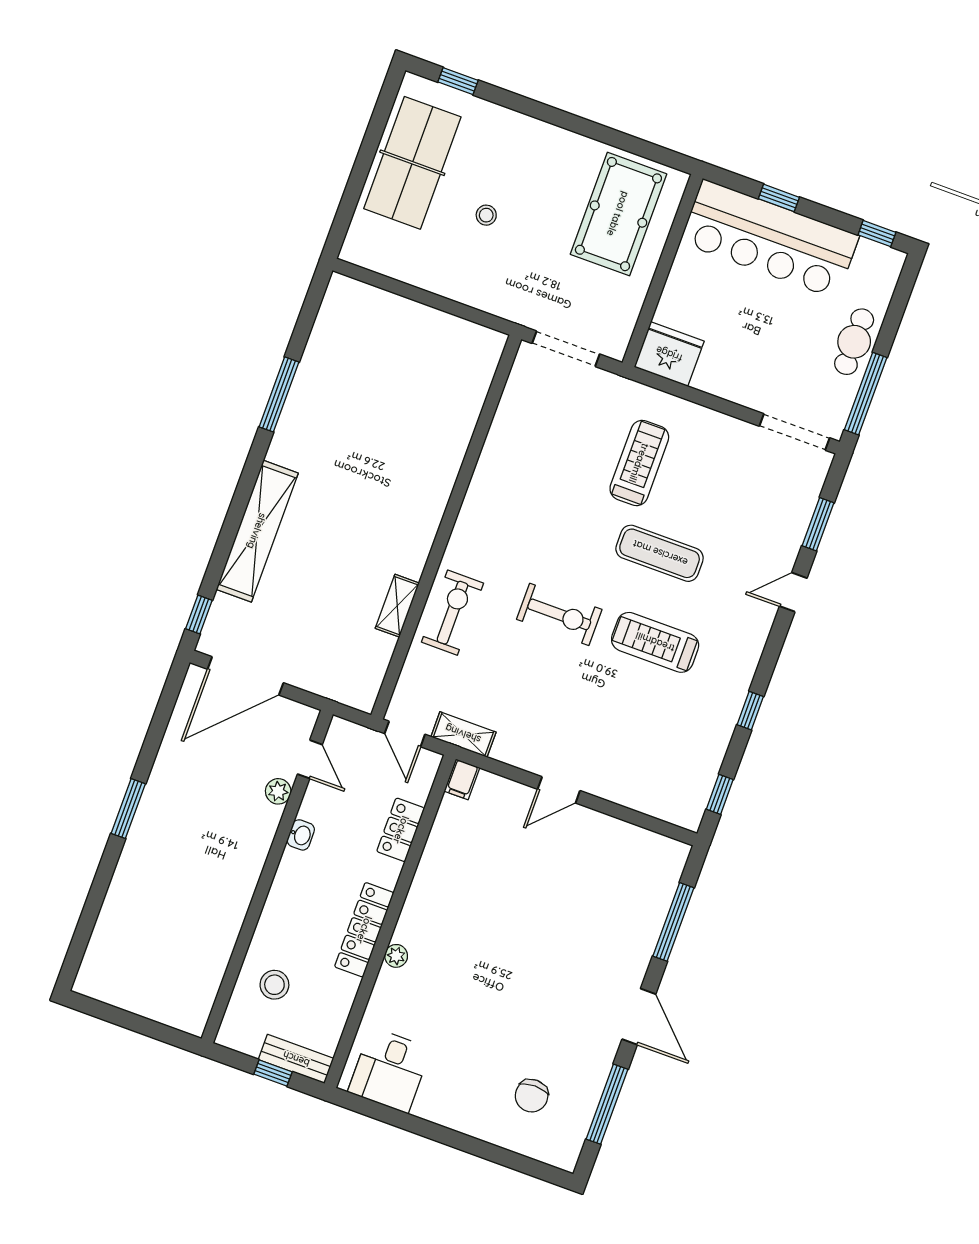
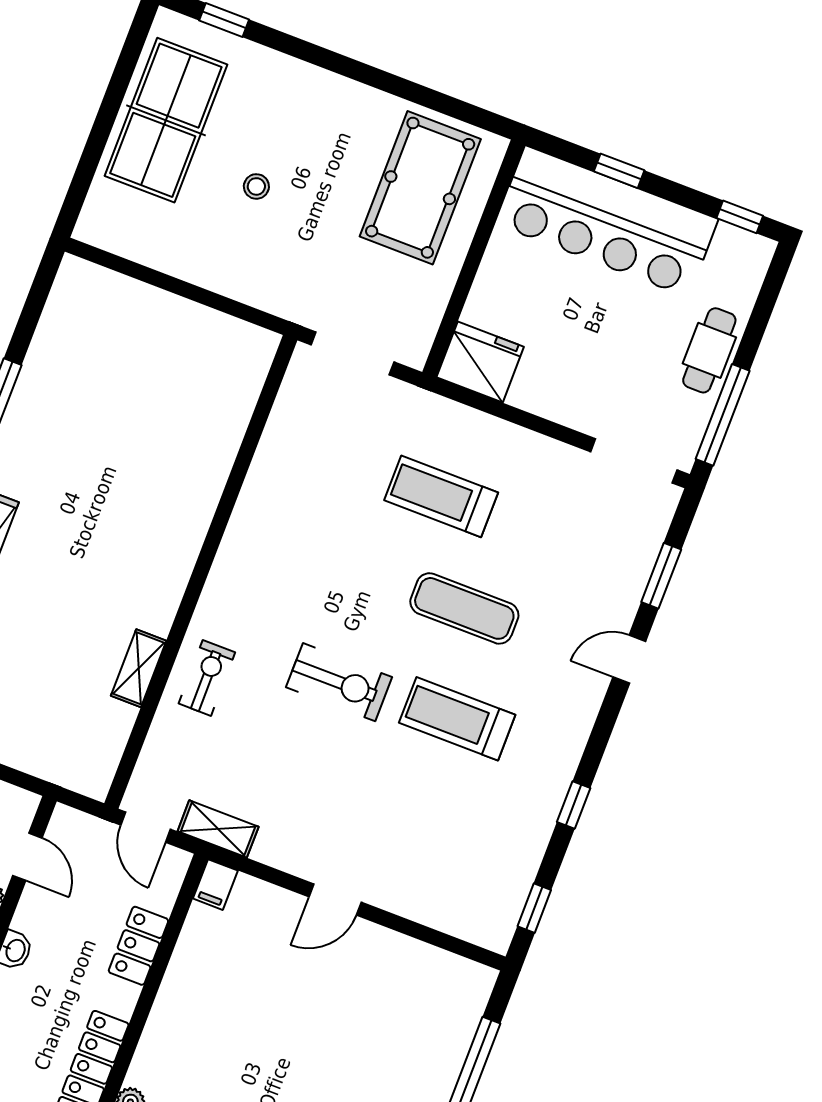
treadmill: (639, 463) -> (441, 496), turned -90
exercise bike: (452, 613) -> (207, 678), width x0.73, depth x0.72

